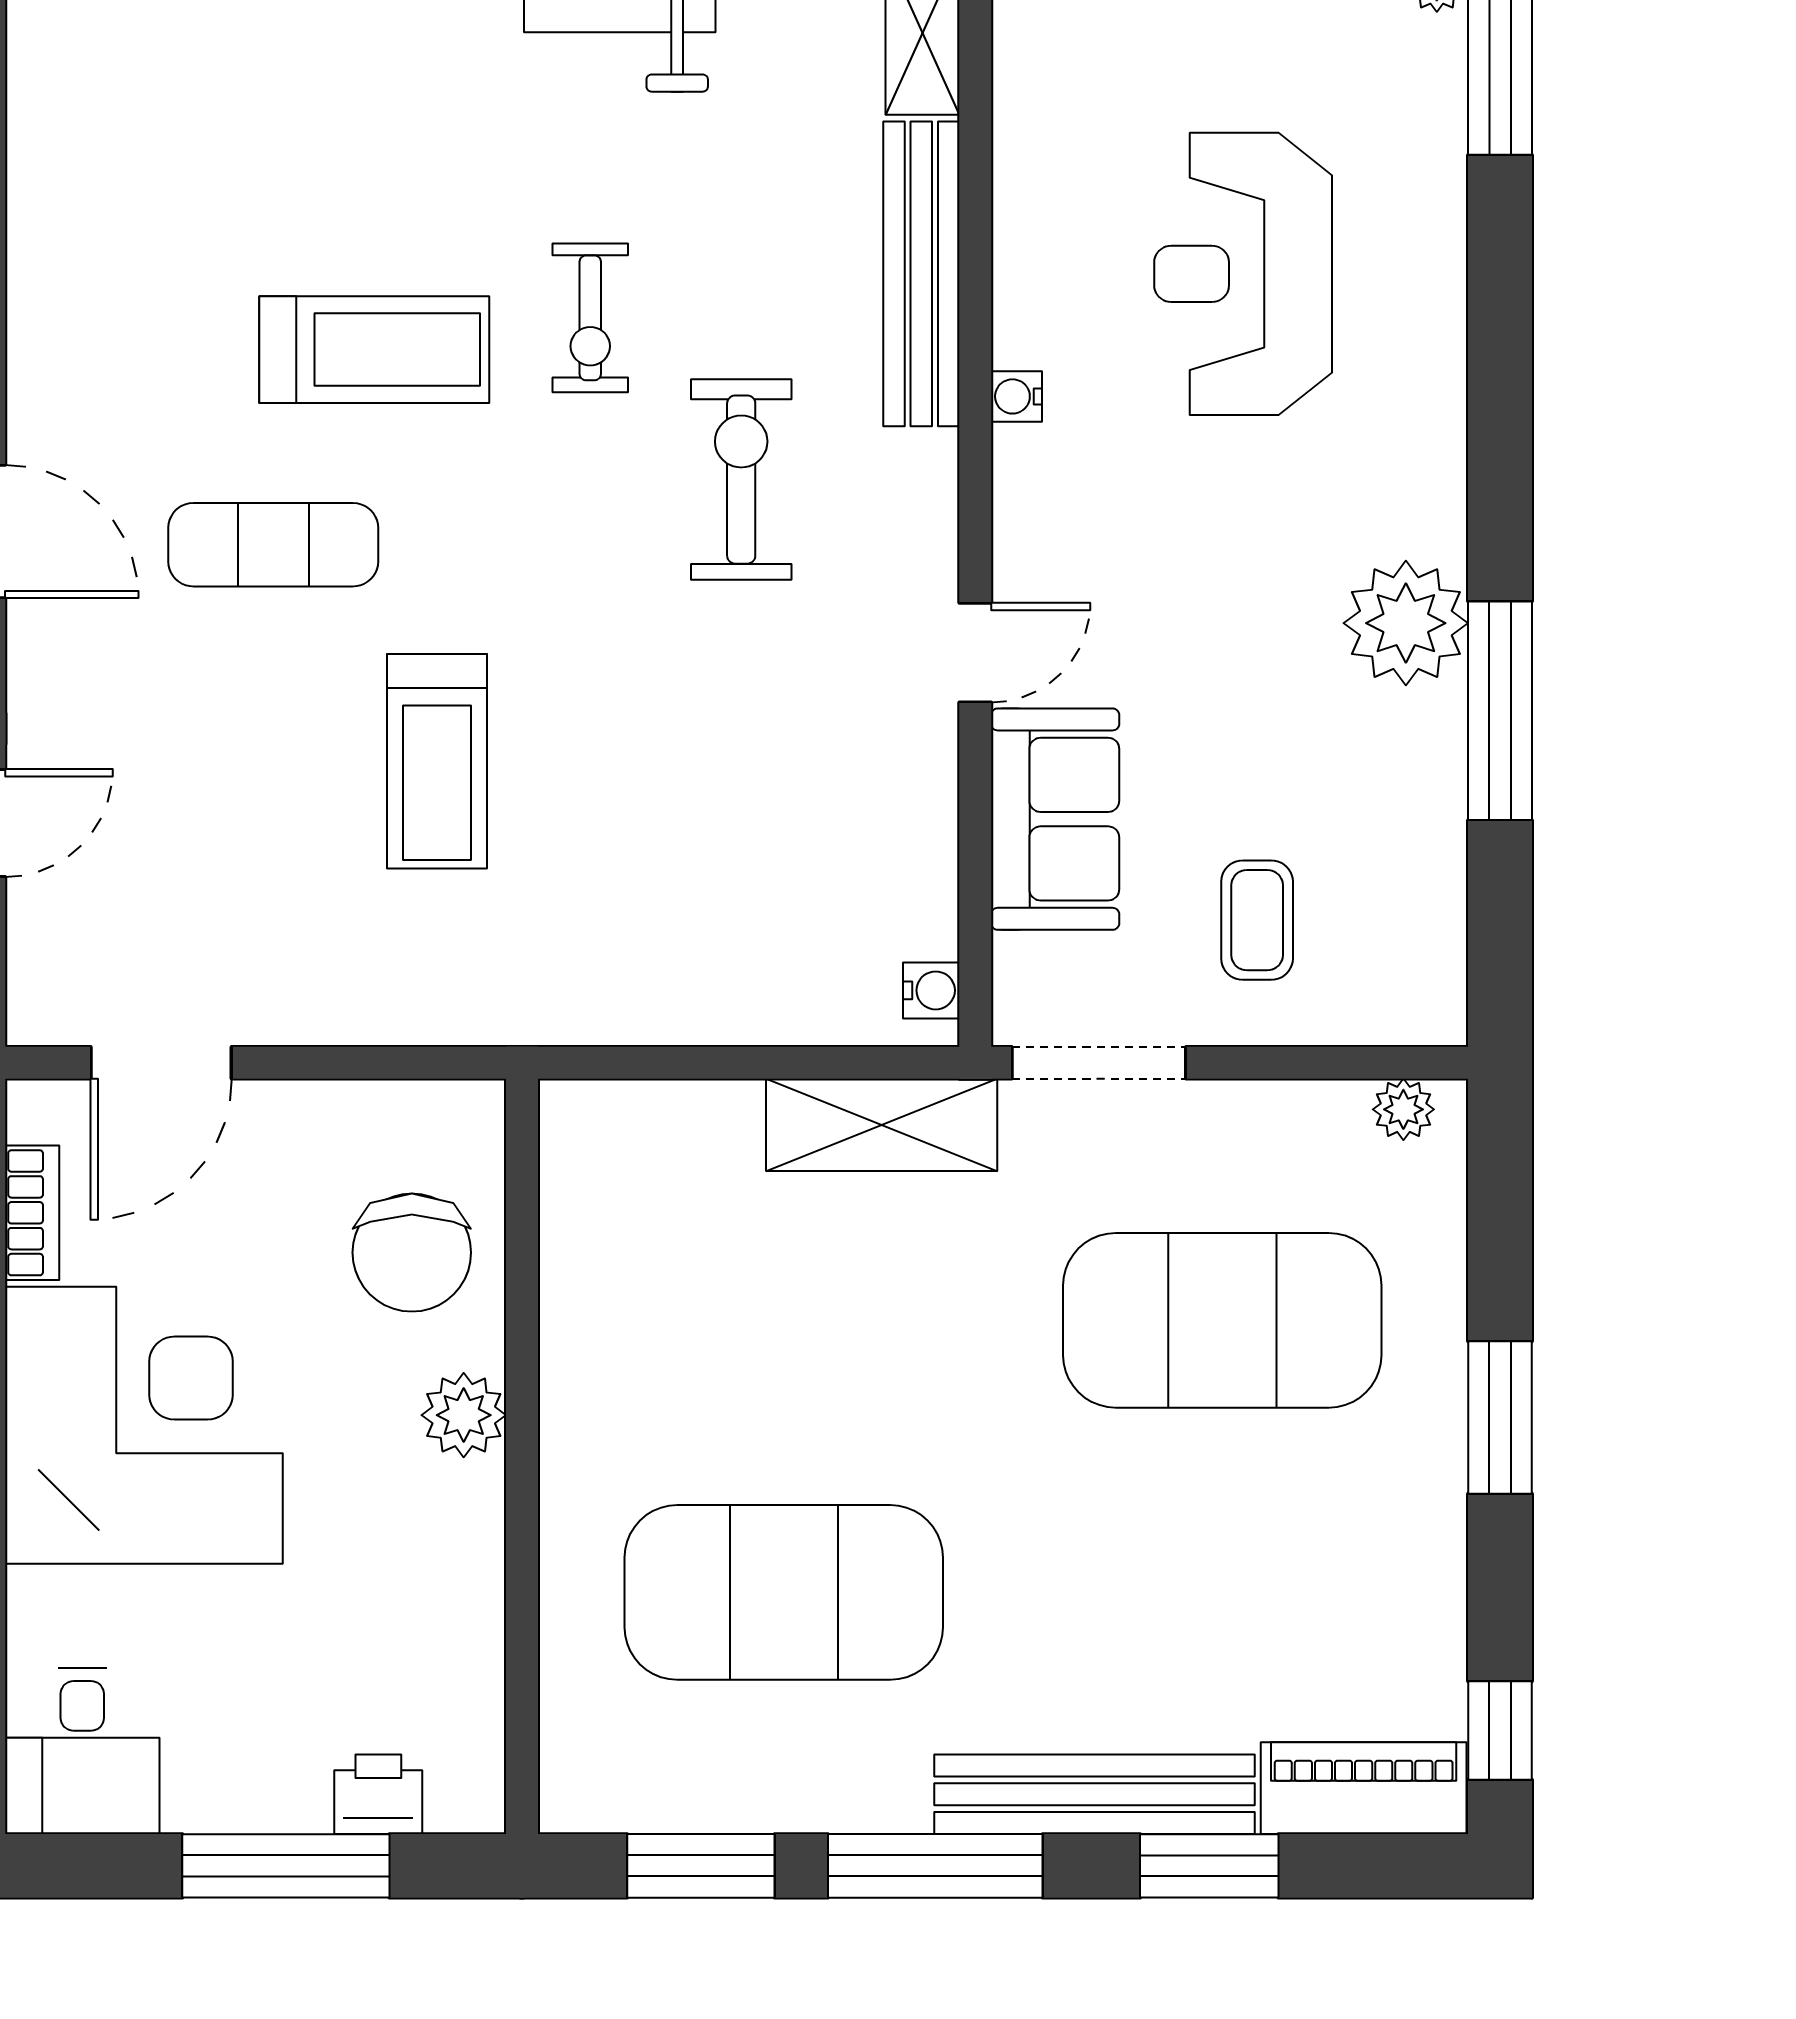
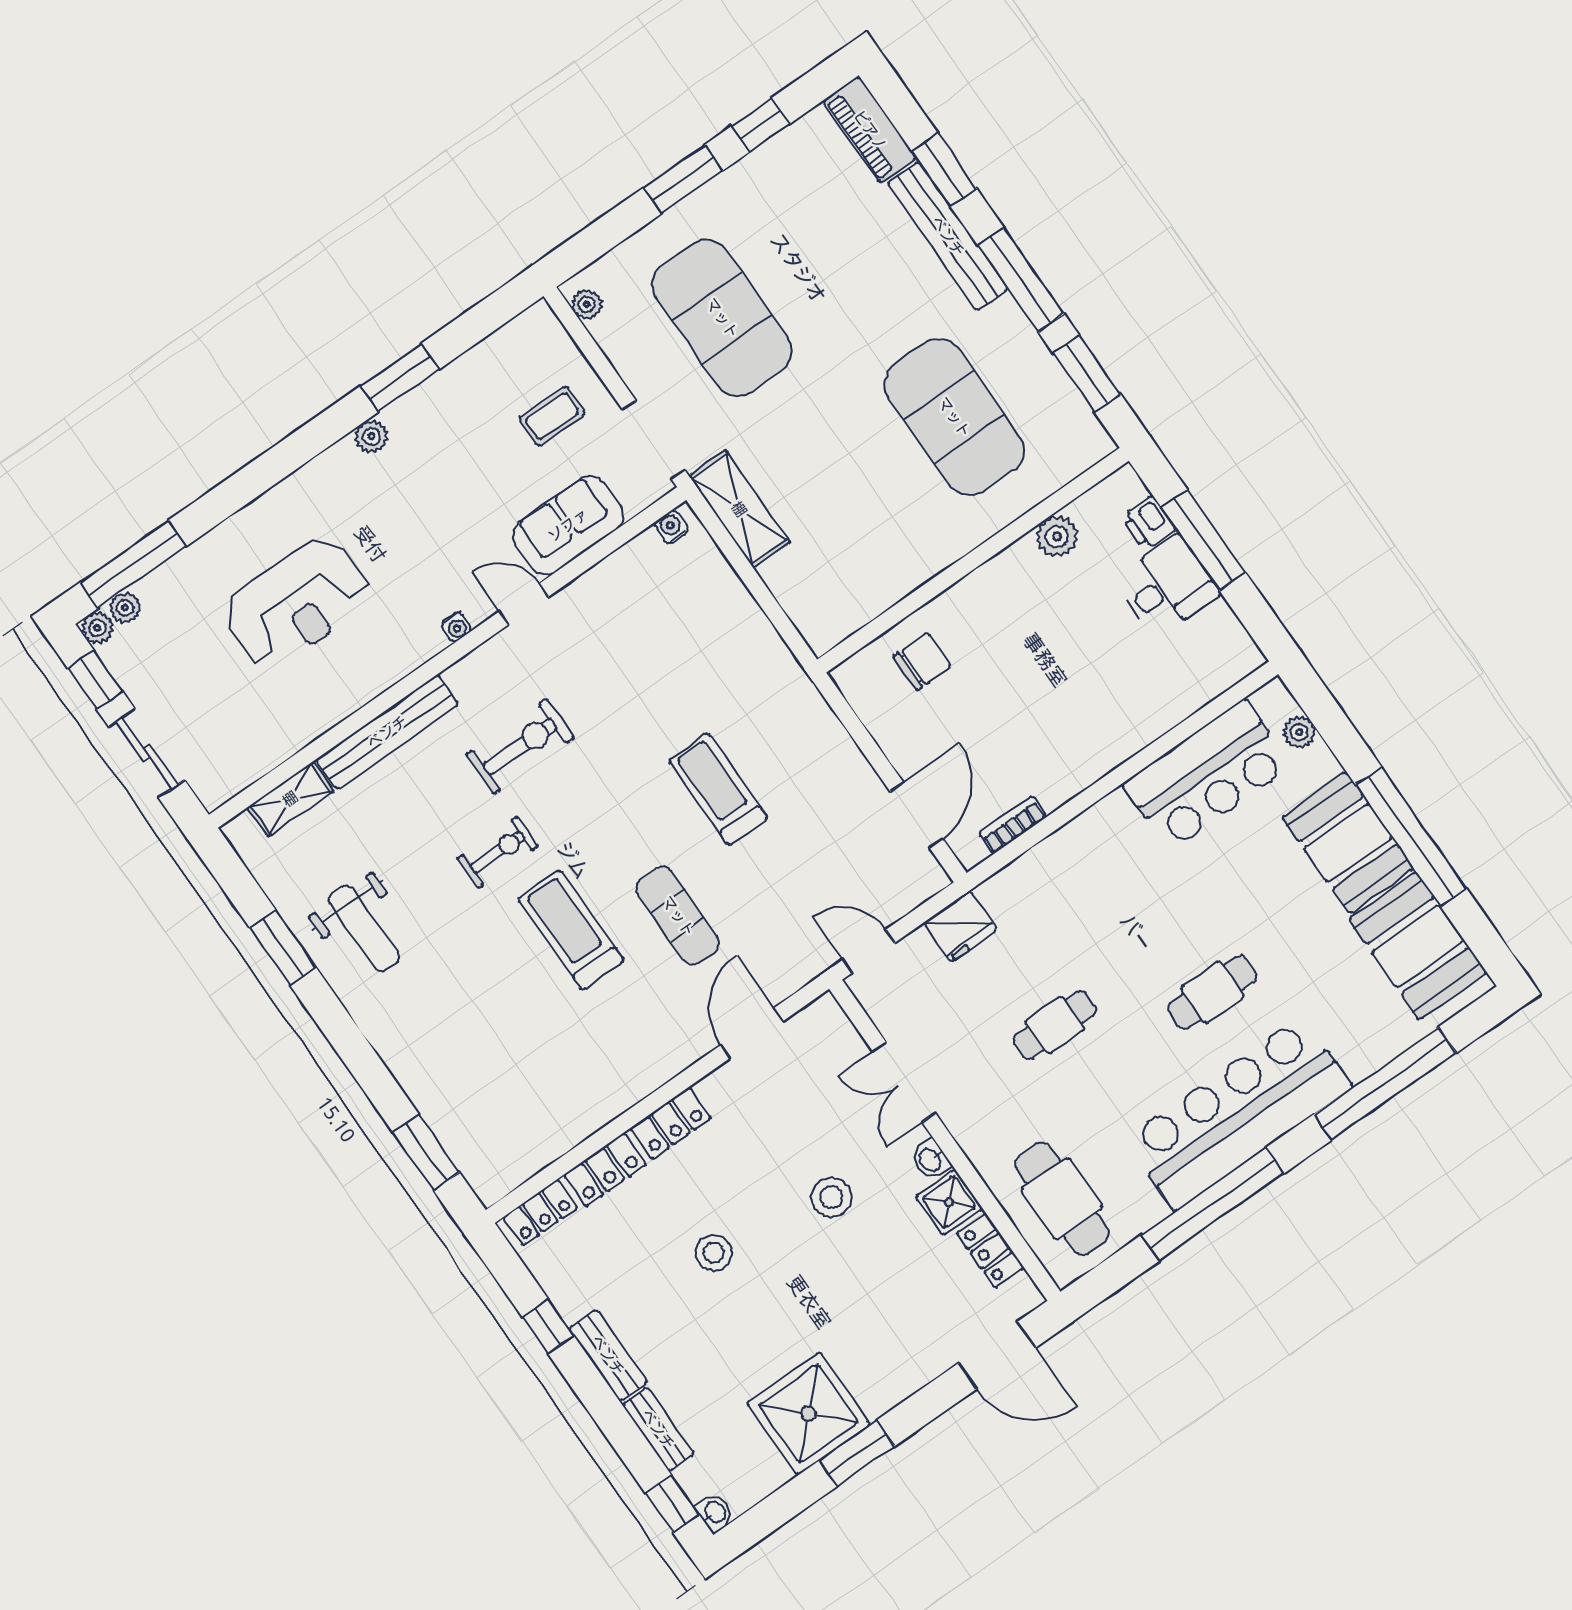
water cooler: (1017, 396) -> (456, 627), moved
exercise bike: (741, 480) -> (520, 746), turned 180
plant: (1406, 623) -> (371, 436), width x0.53, depth x0.53
window: (1500, 711) -> (400, 378), width x0.69
treadmill: (437, 761) -> (718, 789), turned -90
door: (161, 1063) -> (917, 815), hinge flipped
chair: (412, 1253) -> (922, 662), width x0.73, depth x0.73
plant: (464, 1415) -> (1057, 536), moved
corner desk: (144, 1425) -> (1067, 720), removed
window: (1500, 1730) -> (761, 125), moved
desk: (82, 1751) -> (1167, 586), moved

